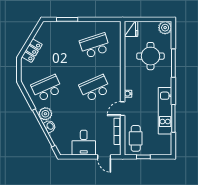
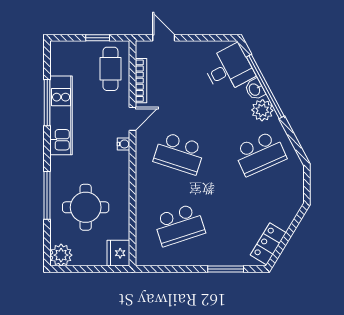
locker: (32, 51) -> (268, 244), moved
school desk: (95, 88) -> (179, 153), turned 42
desk: (84, 143) -> (229, 69), moved, turned 62

